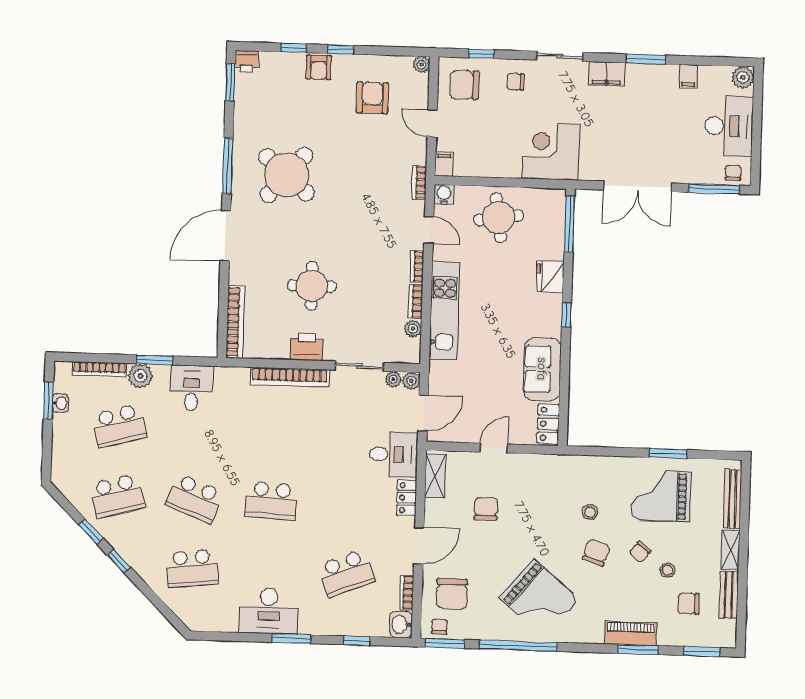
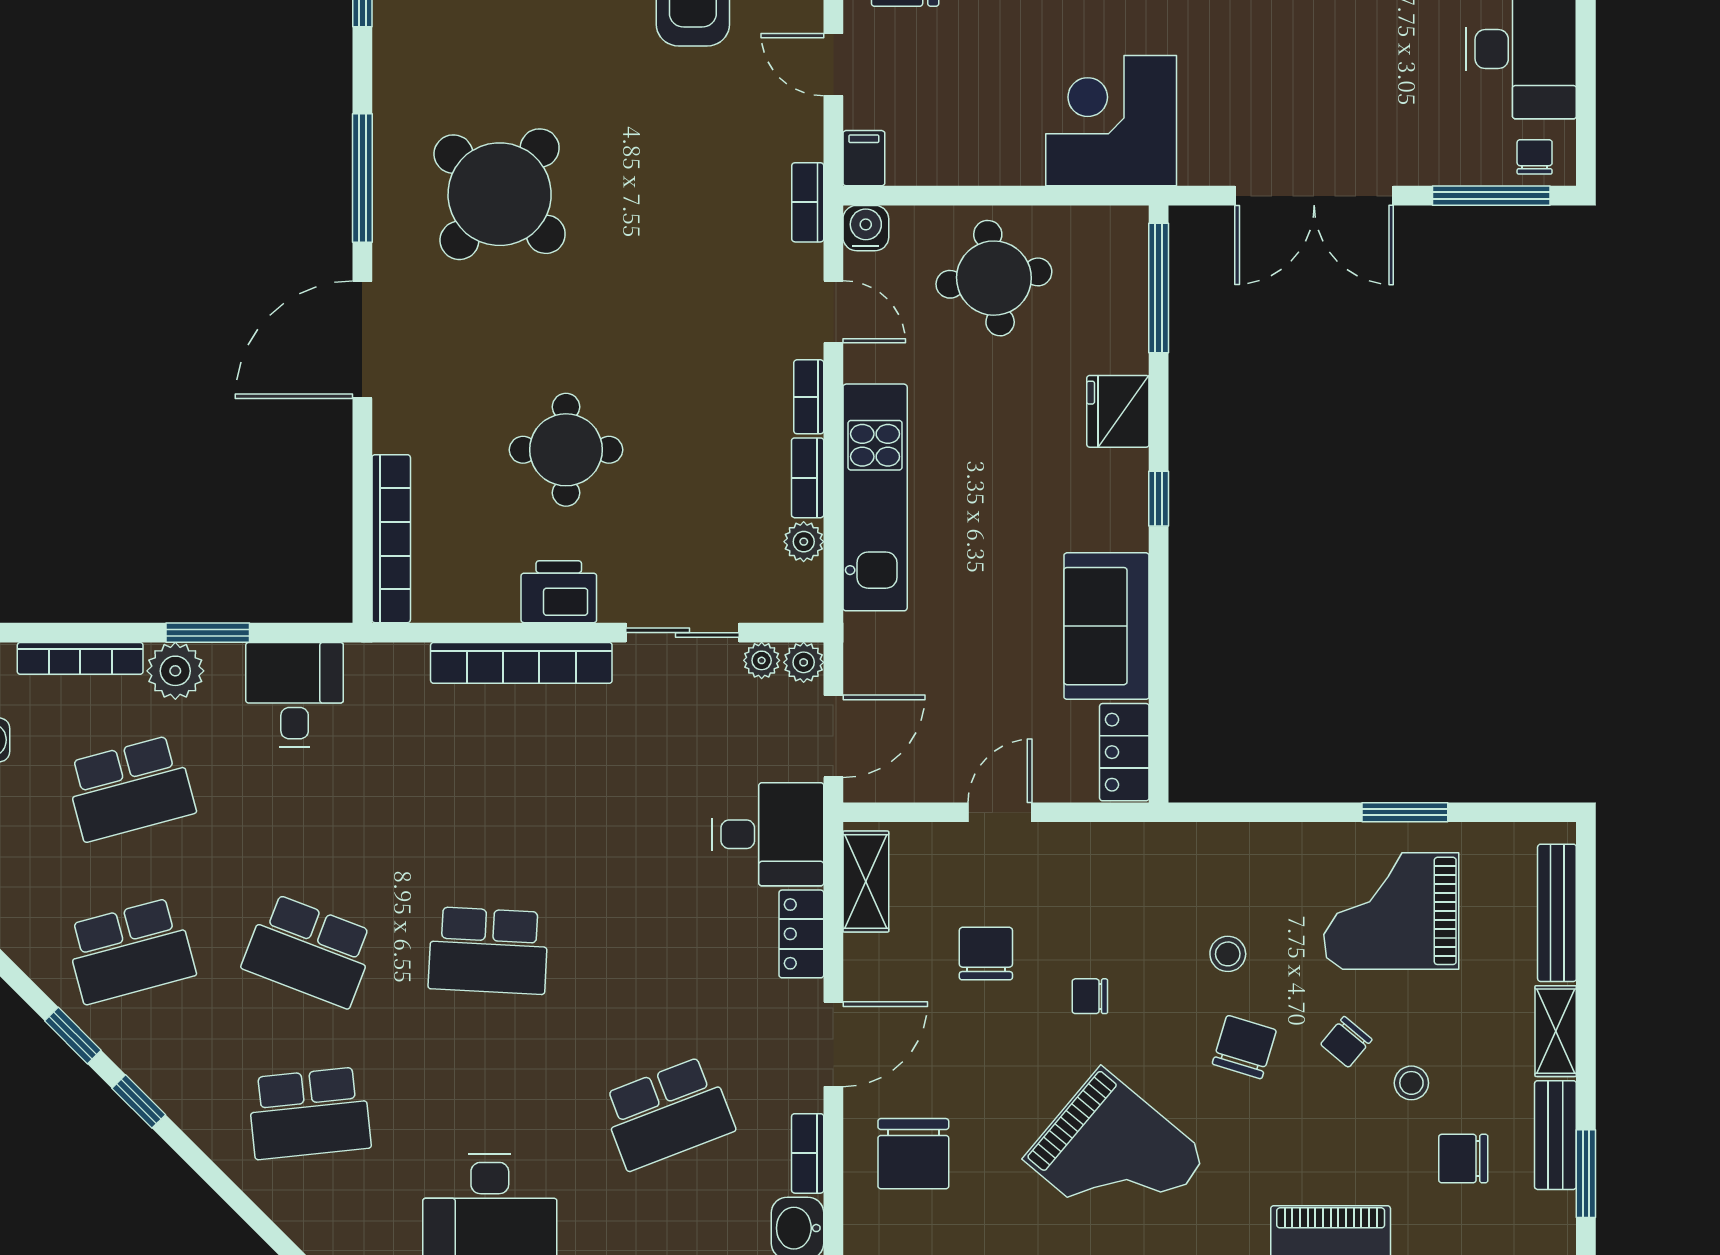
window: (742, 612) -> (1586, 1174), added
chair: (439, 626) -> (1090, 996), moved, turned -90

